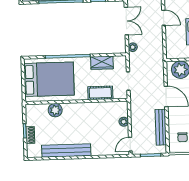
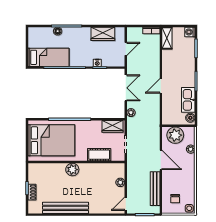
door: (164, 18) -> (161, 86), swing flipped
wardrobe: (102, 63) -> (113, 126), moved
plant: (55, 110) -> (72, 170), moved

